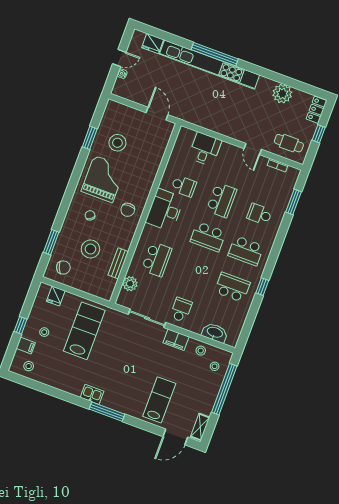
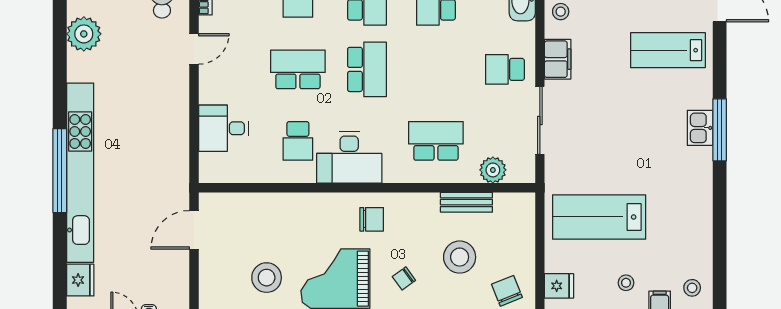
school desk: (184, 186) -> (298, 141), turned 180
kitchen sink: (92, 394) -> (700, 128), moved

